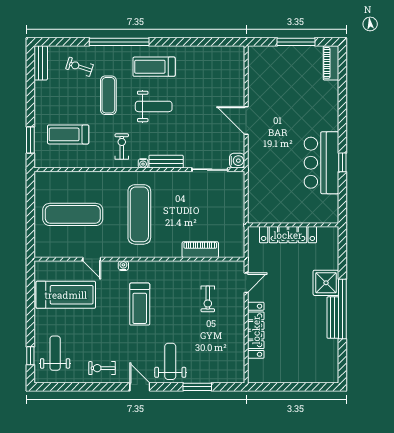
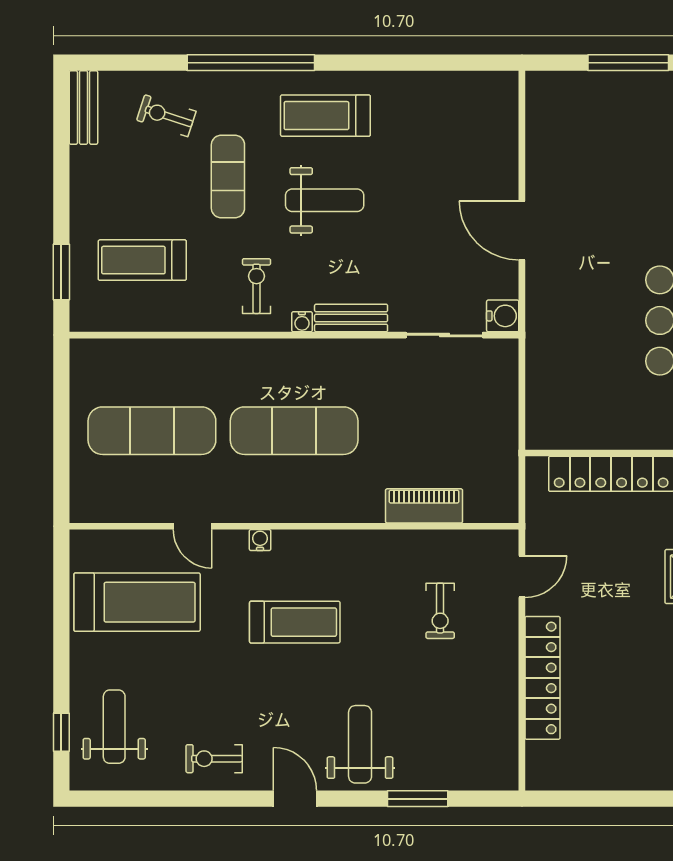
exercise mat: (139, 214) -> (294, 431), turned 90
treadmill: (140, 304) -> (295, 622), turned -90

